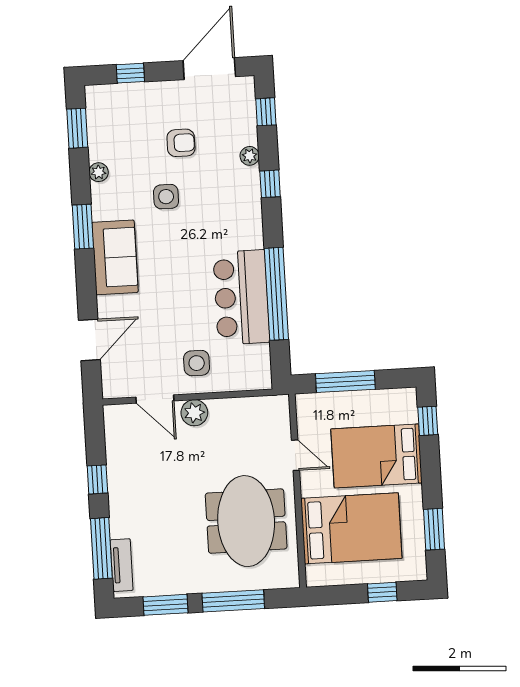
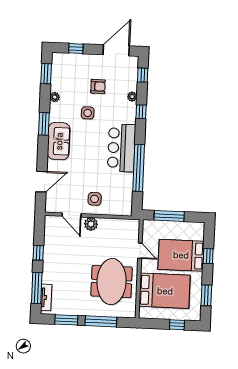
bar counter: (241, 297) -> (122, 148), moved
window: (428, 421) -> (208, 256), moved

